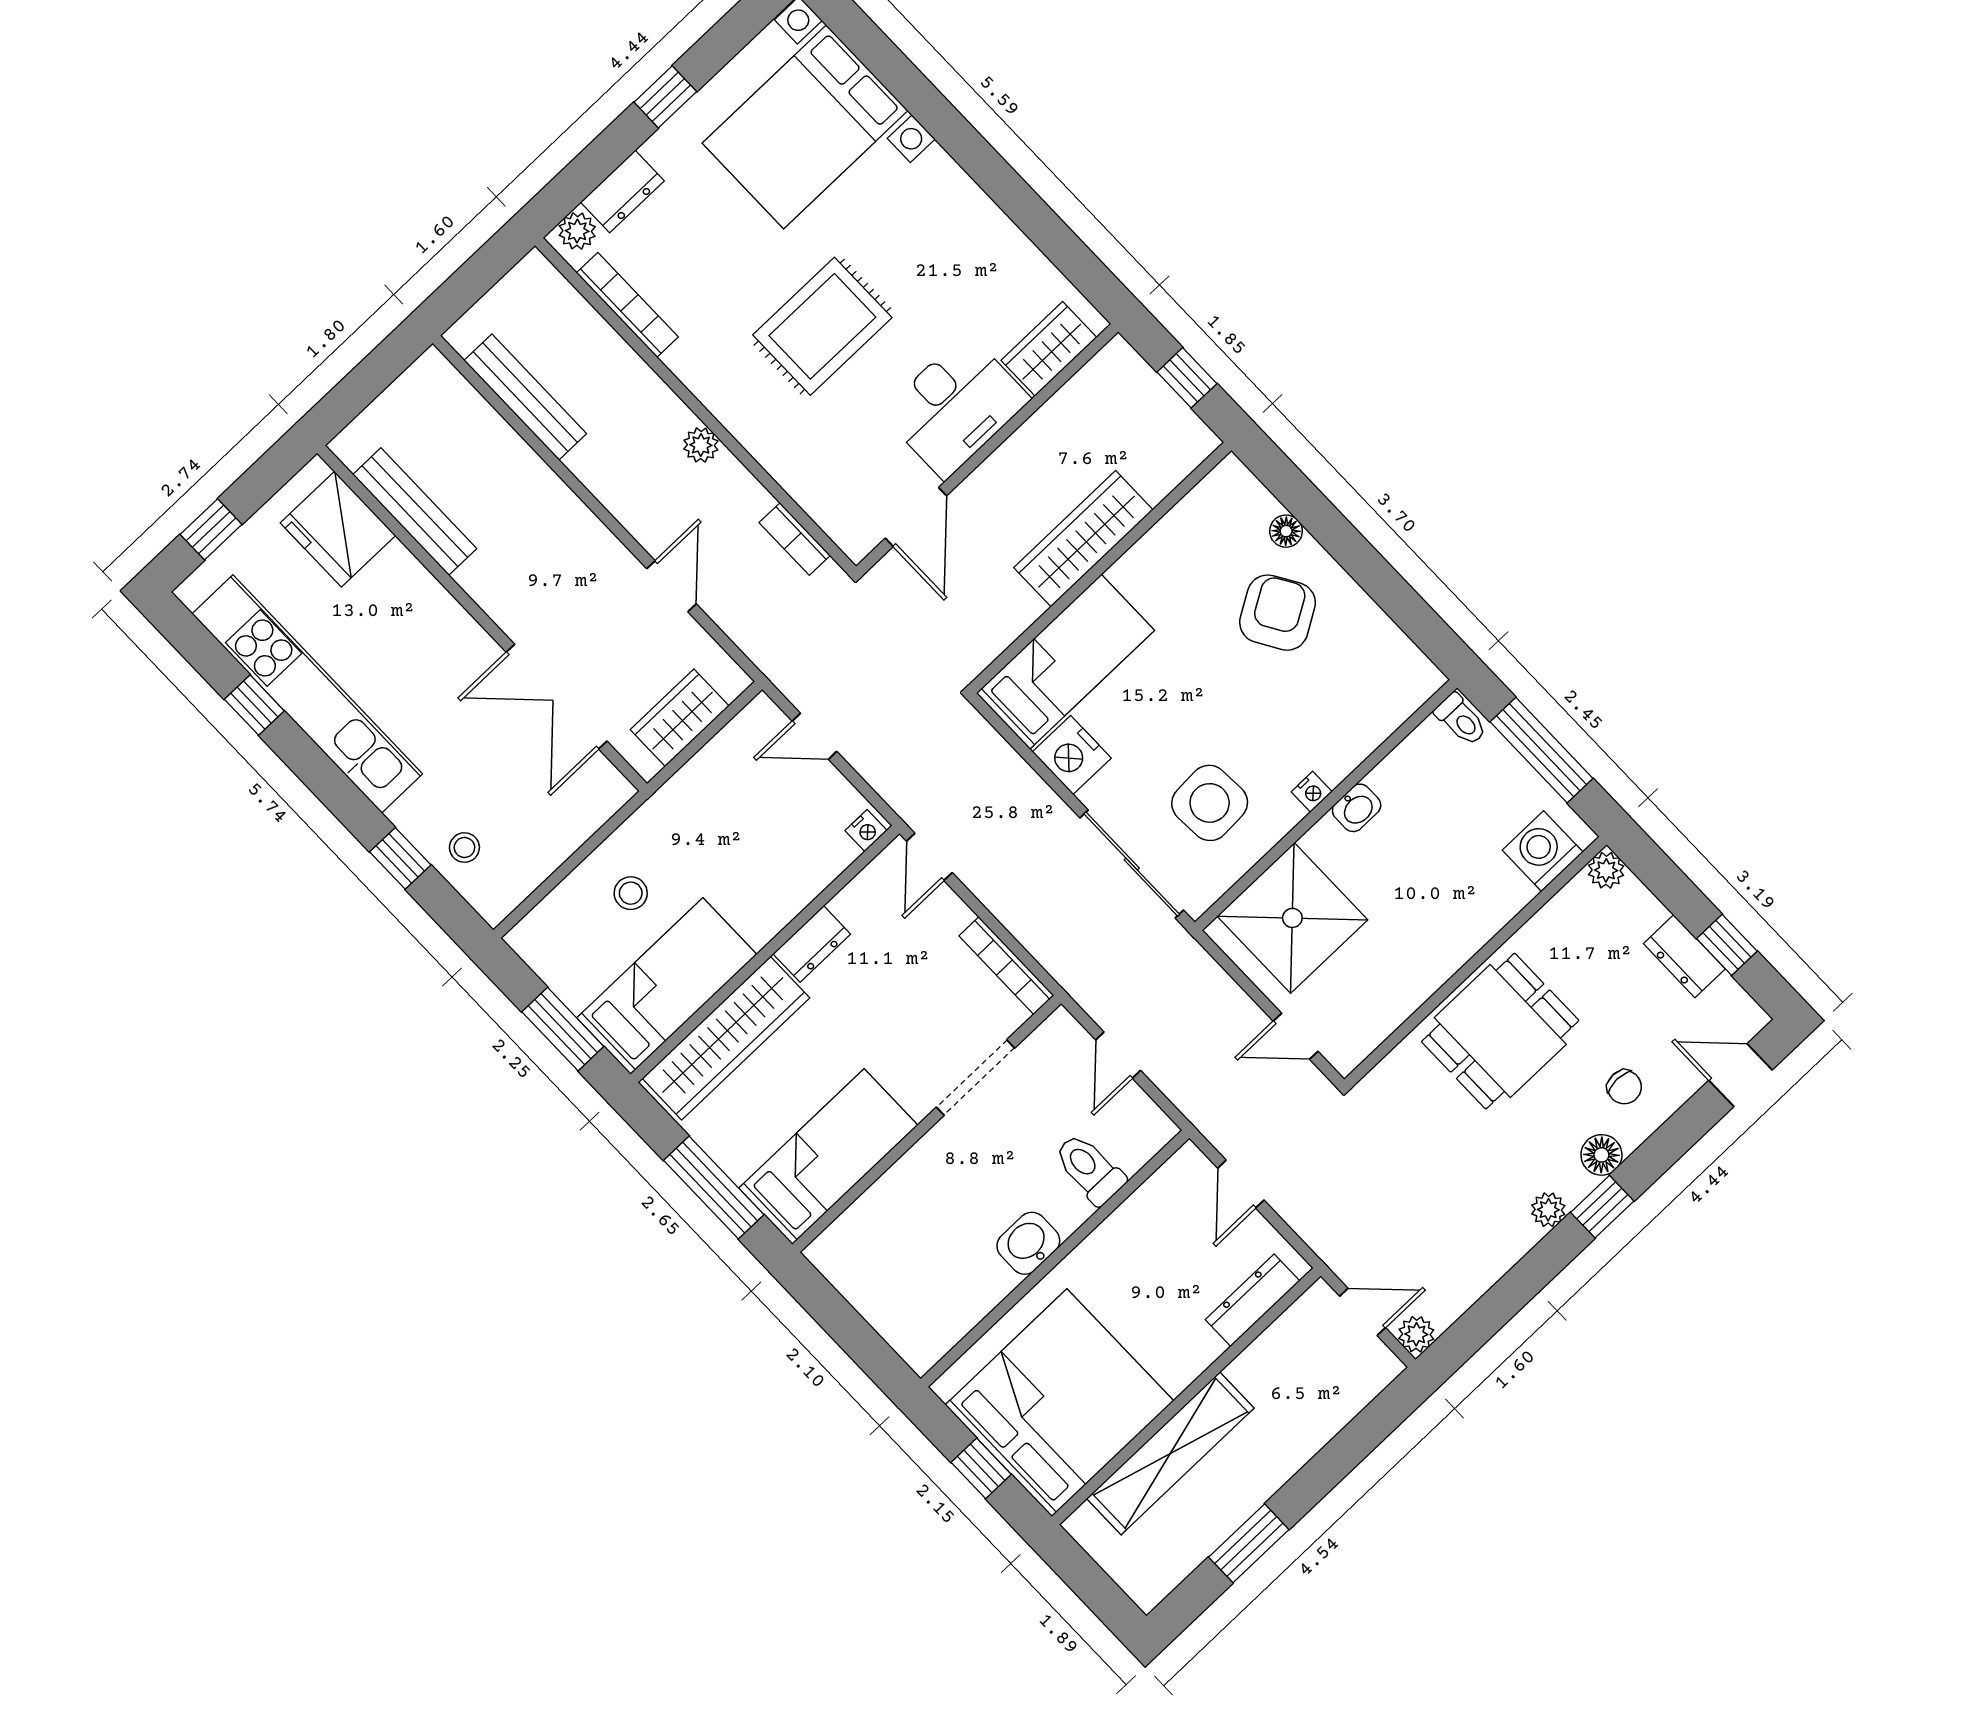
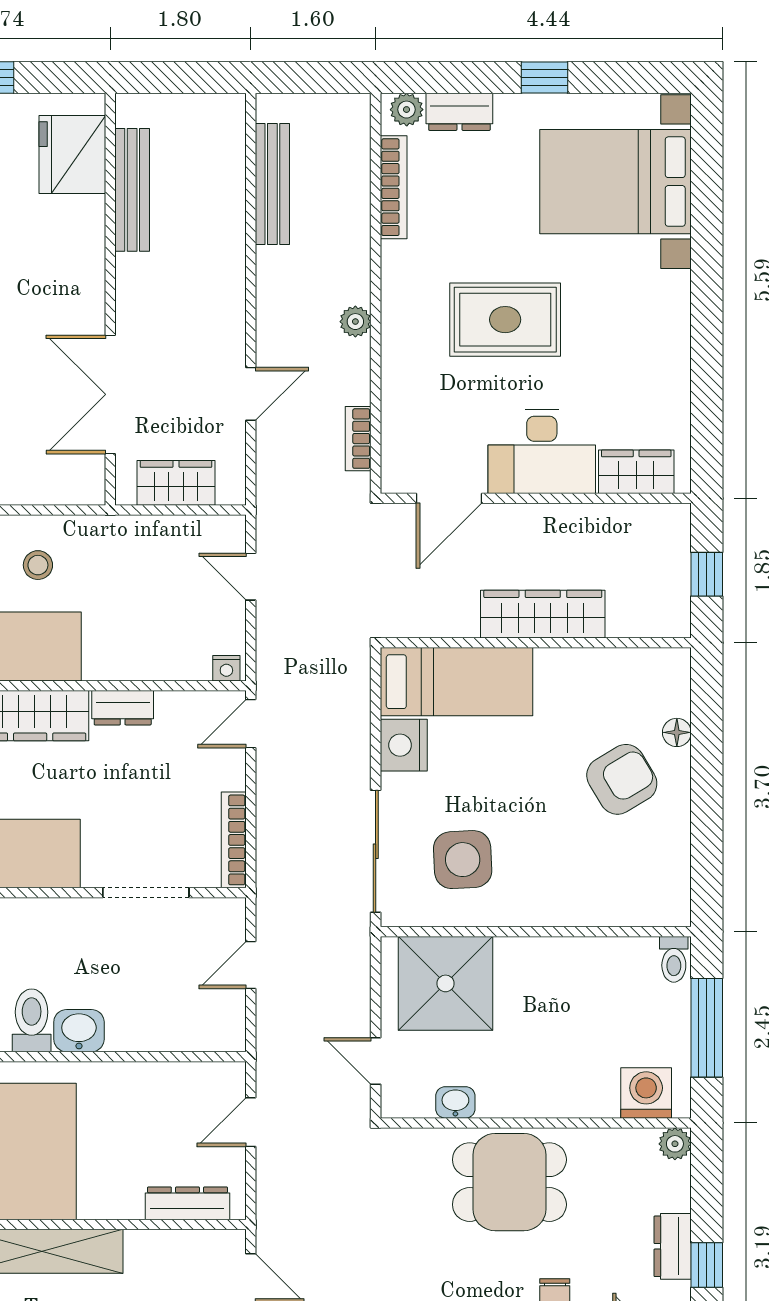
nightstand: (1312, 792) -> (535, 914), removed
washbasin: (1357, 808) -> (455, 1102), moved, turned 180
toilet: (1090, 1169) -> (32, 1020), moved

